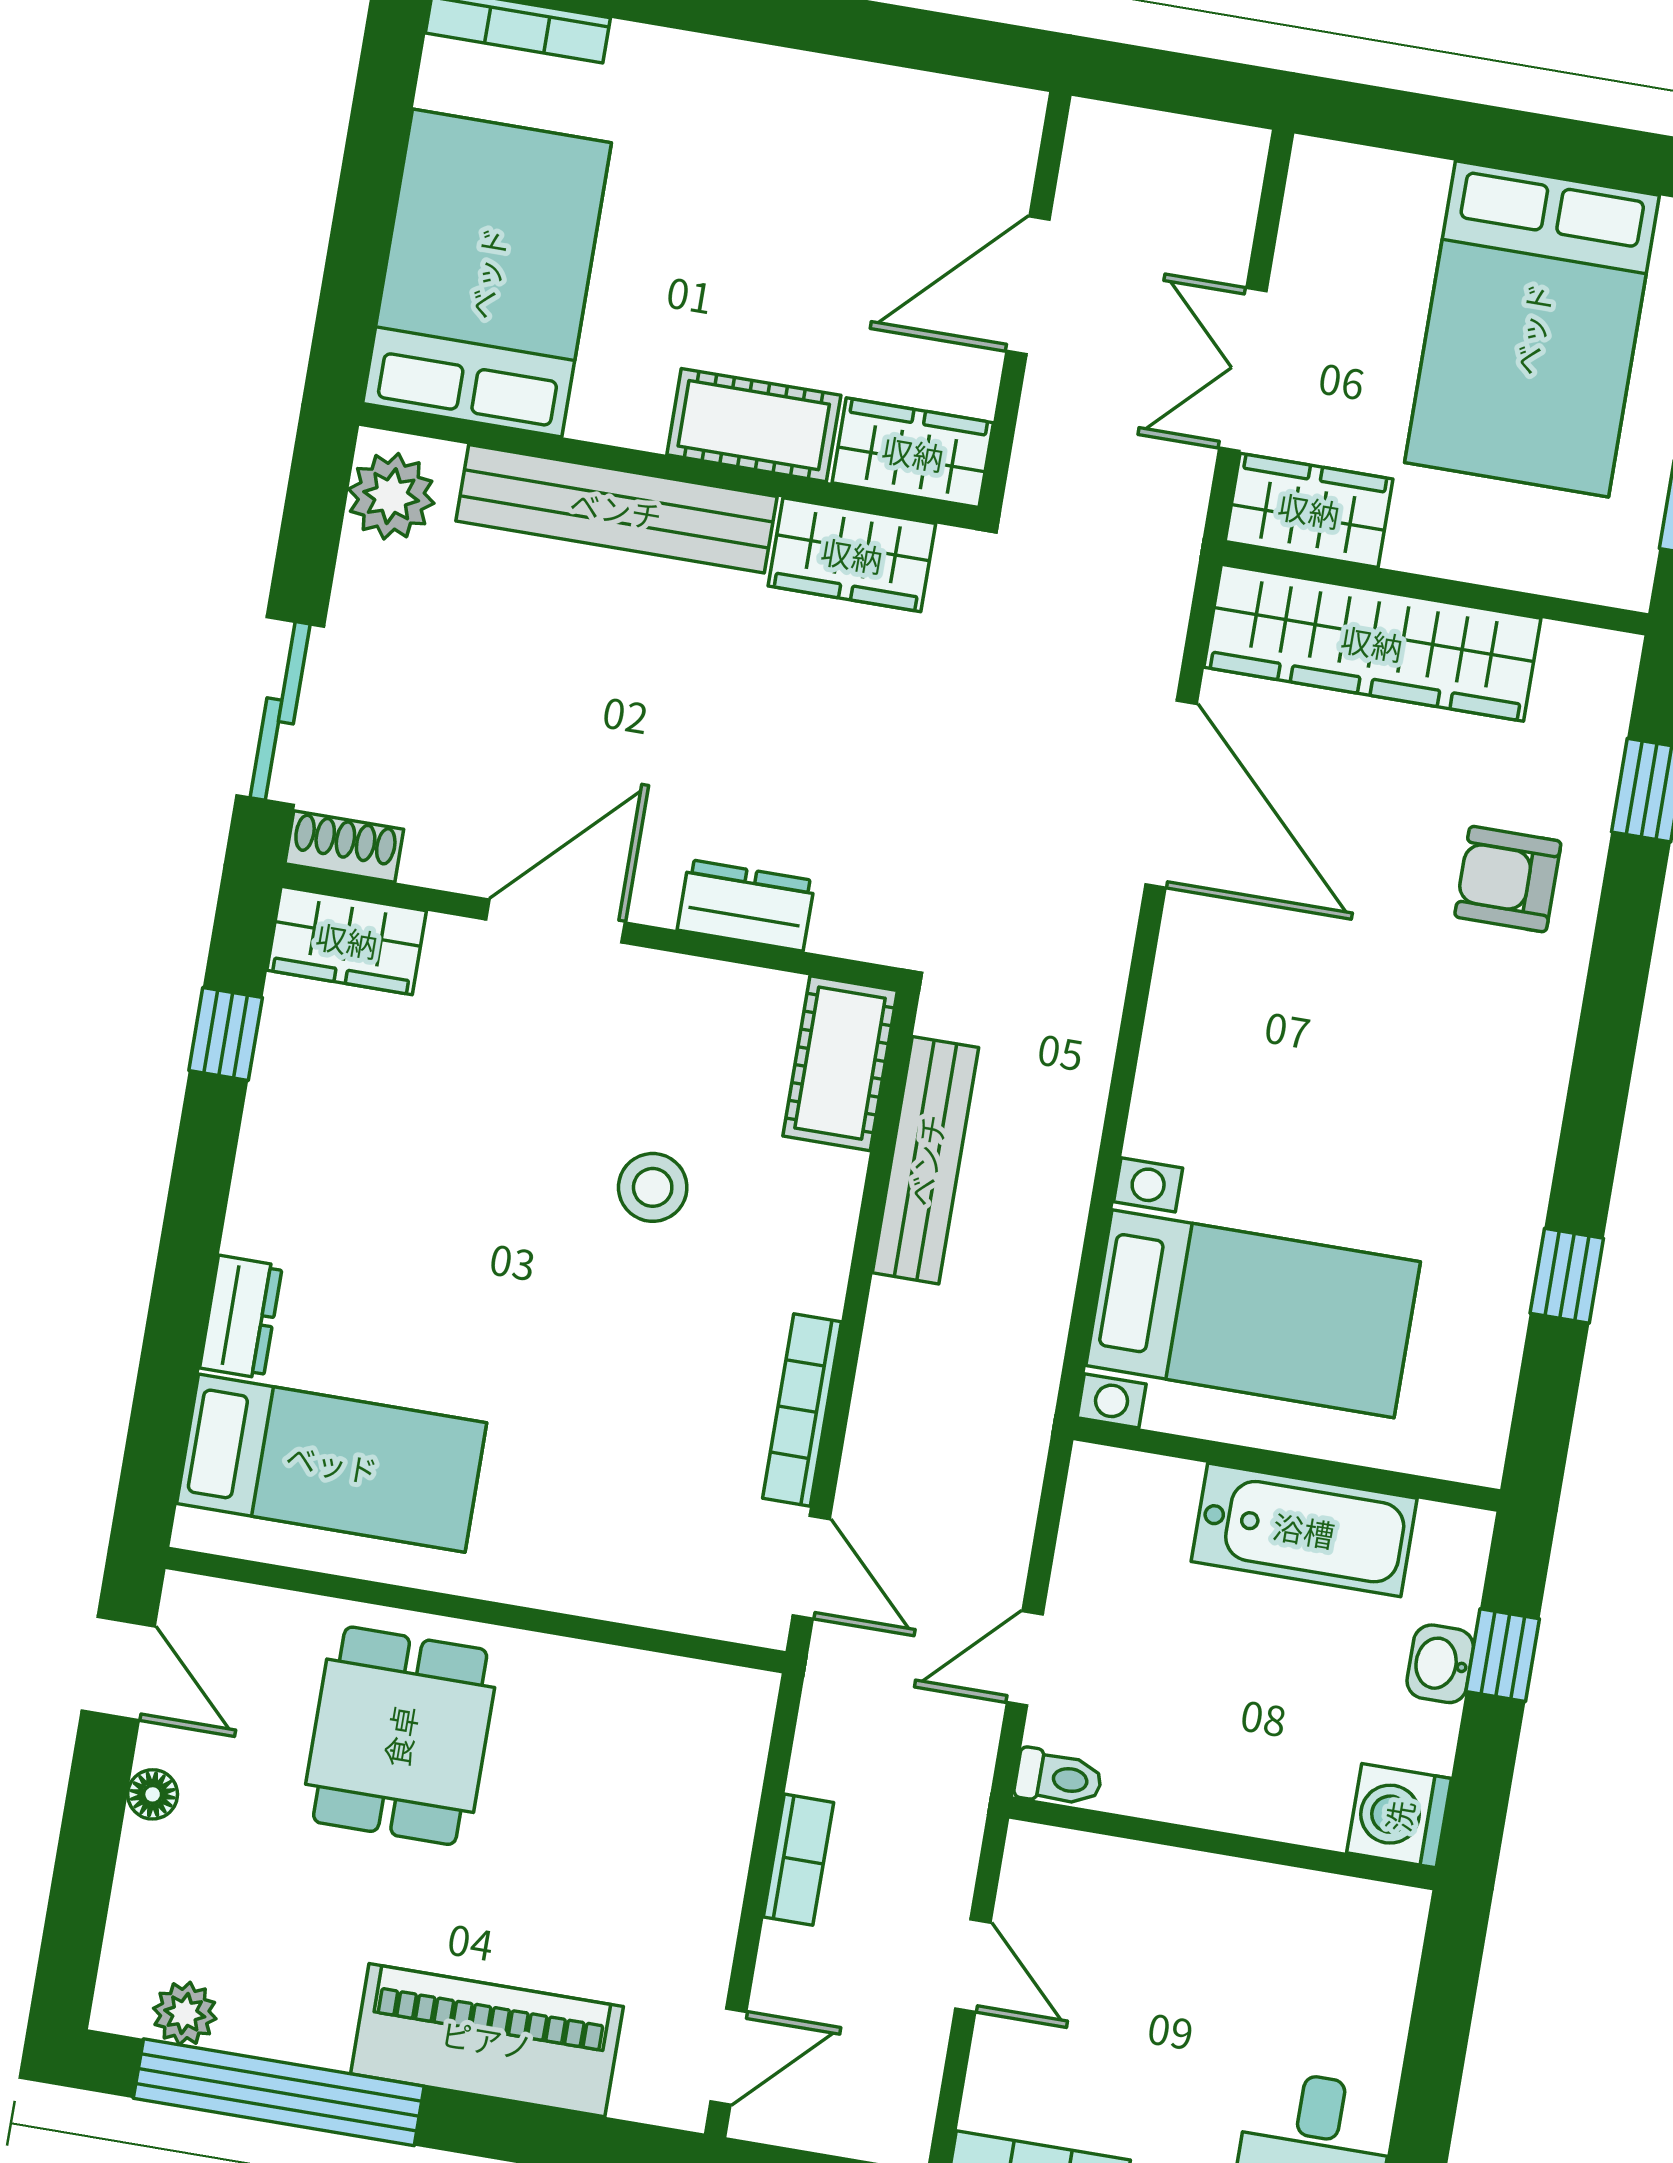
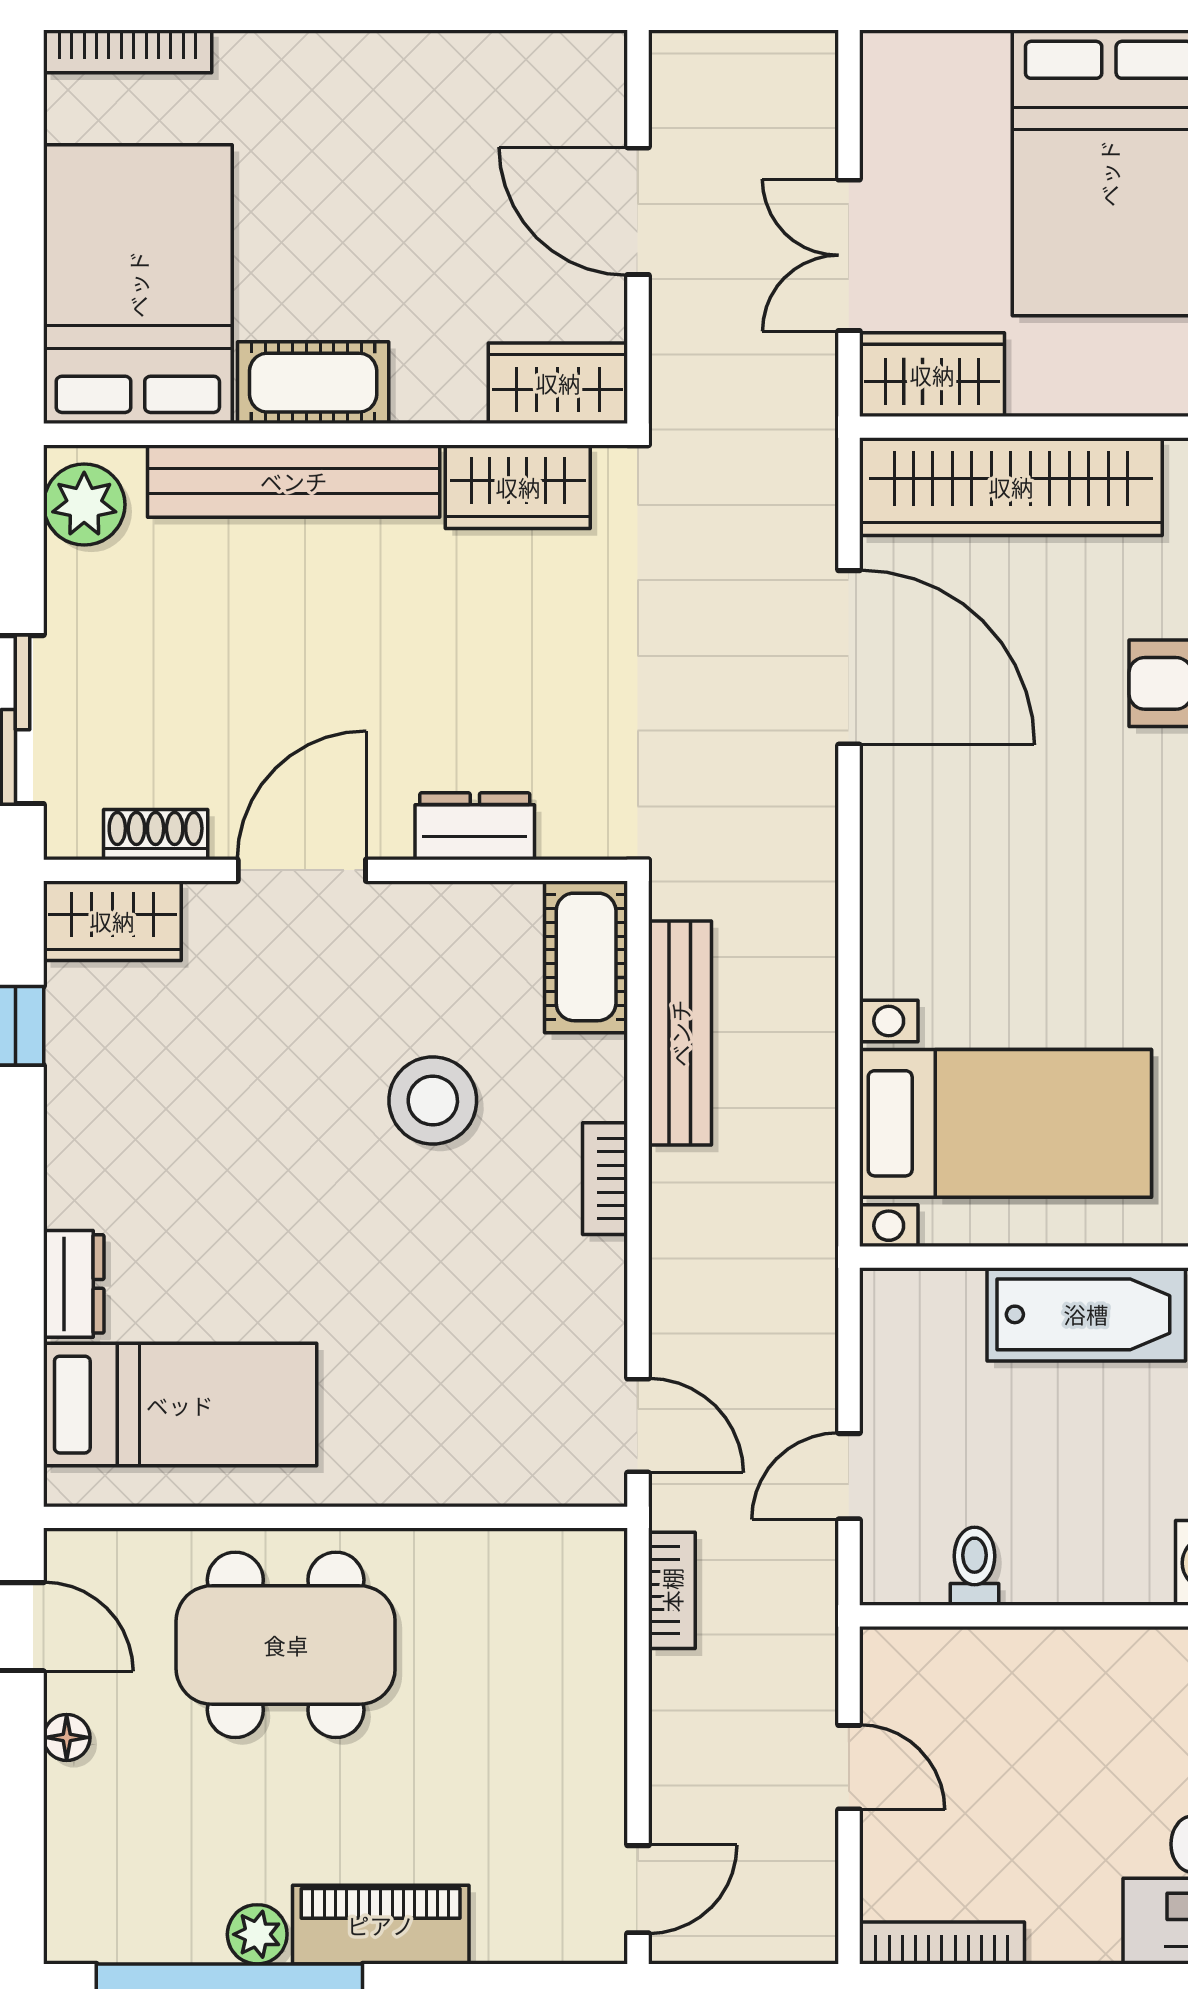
door: (1028, 285) -> (638, 211), hinge flipped
cot: (754, 425) -> (313, 383), moved
shoe rack: (344, 846) -> (156, 835), moved
stool: (653, 1187) -> (433, 1101), width x1.38, depth x1.38
bookcase: (802, 1410) -> (605, 1179), moved, width x0.64
dining table: (400, 1736) -> (286, 1645), width x1.38
toilet: (1059, 1778) -> (975, 1566), moved, turned -90
bookcase: (799, 1860) -> (672, 1590), moved
plant: (185, 2013) -> (257, 1934), moved
piano: (487, 2040) -> (381, 1925), width x0.73, depth x0.75

